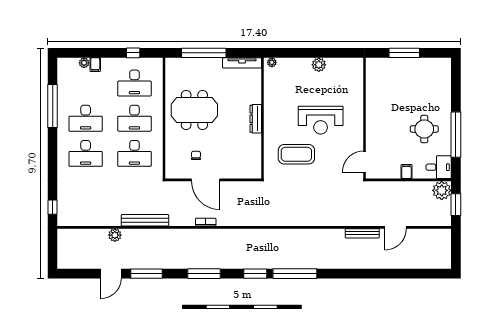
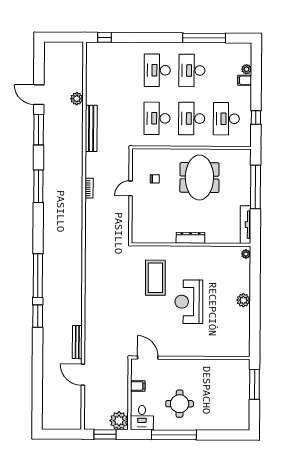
wall: (365, 118) -> (190, 358), moved
door: (365, 162) -> (148, 358), moved
door: (206, 180) -> (131, 188), width x0.53
window: (255, 274) -> (38, 316), moved

